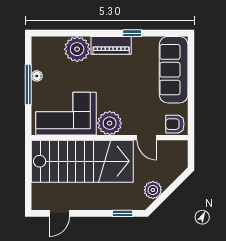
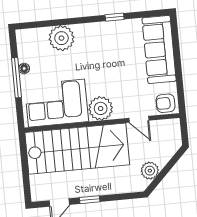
piano: (111, 45) -> (95, 31), removed
window: (123, 213) -> (90, 200), moved

